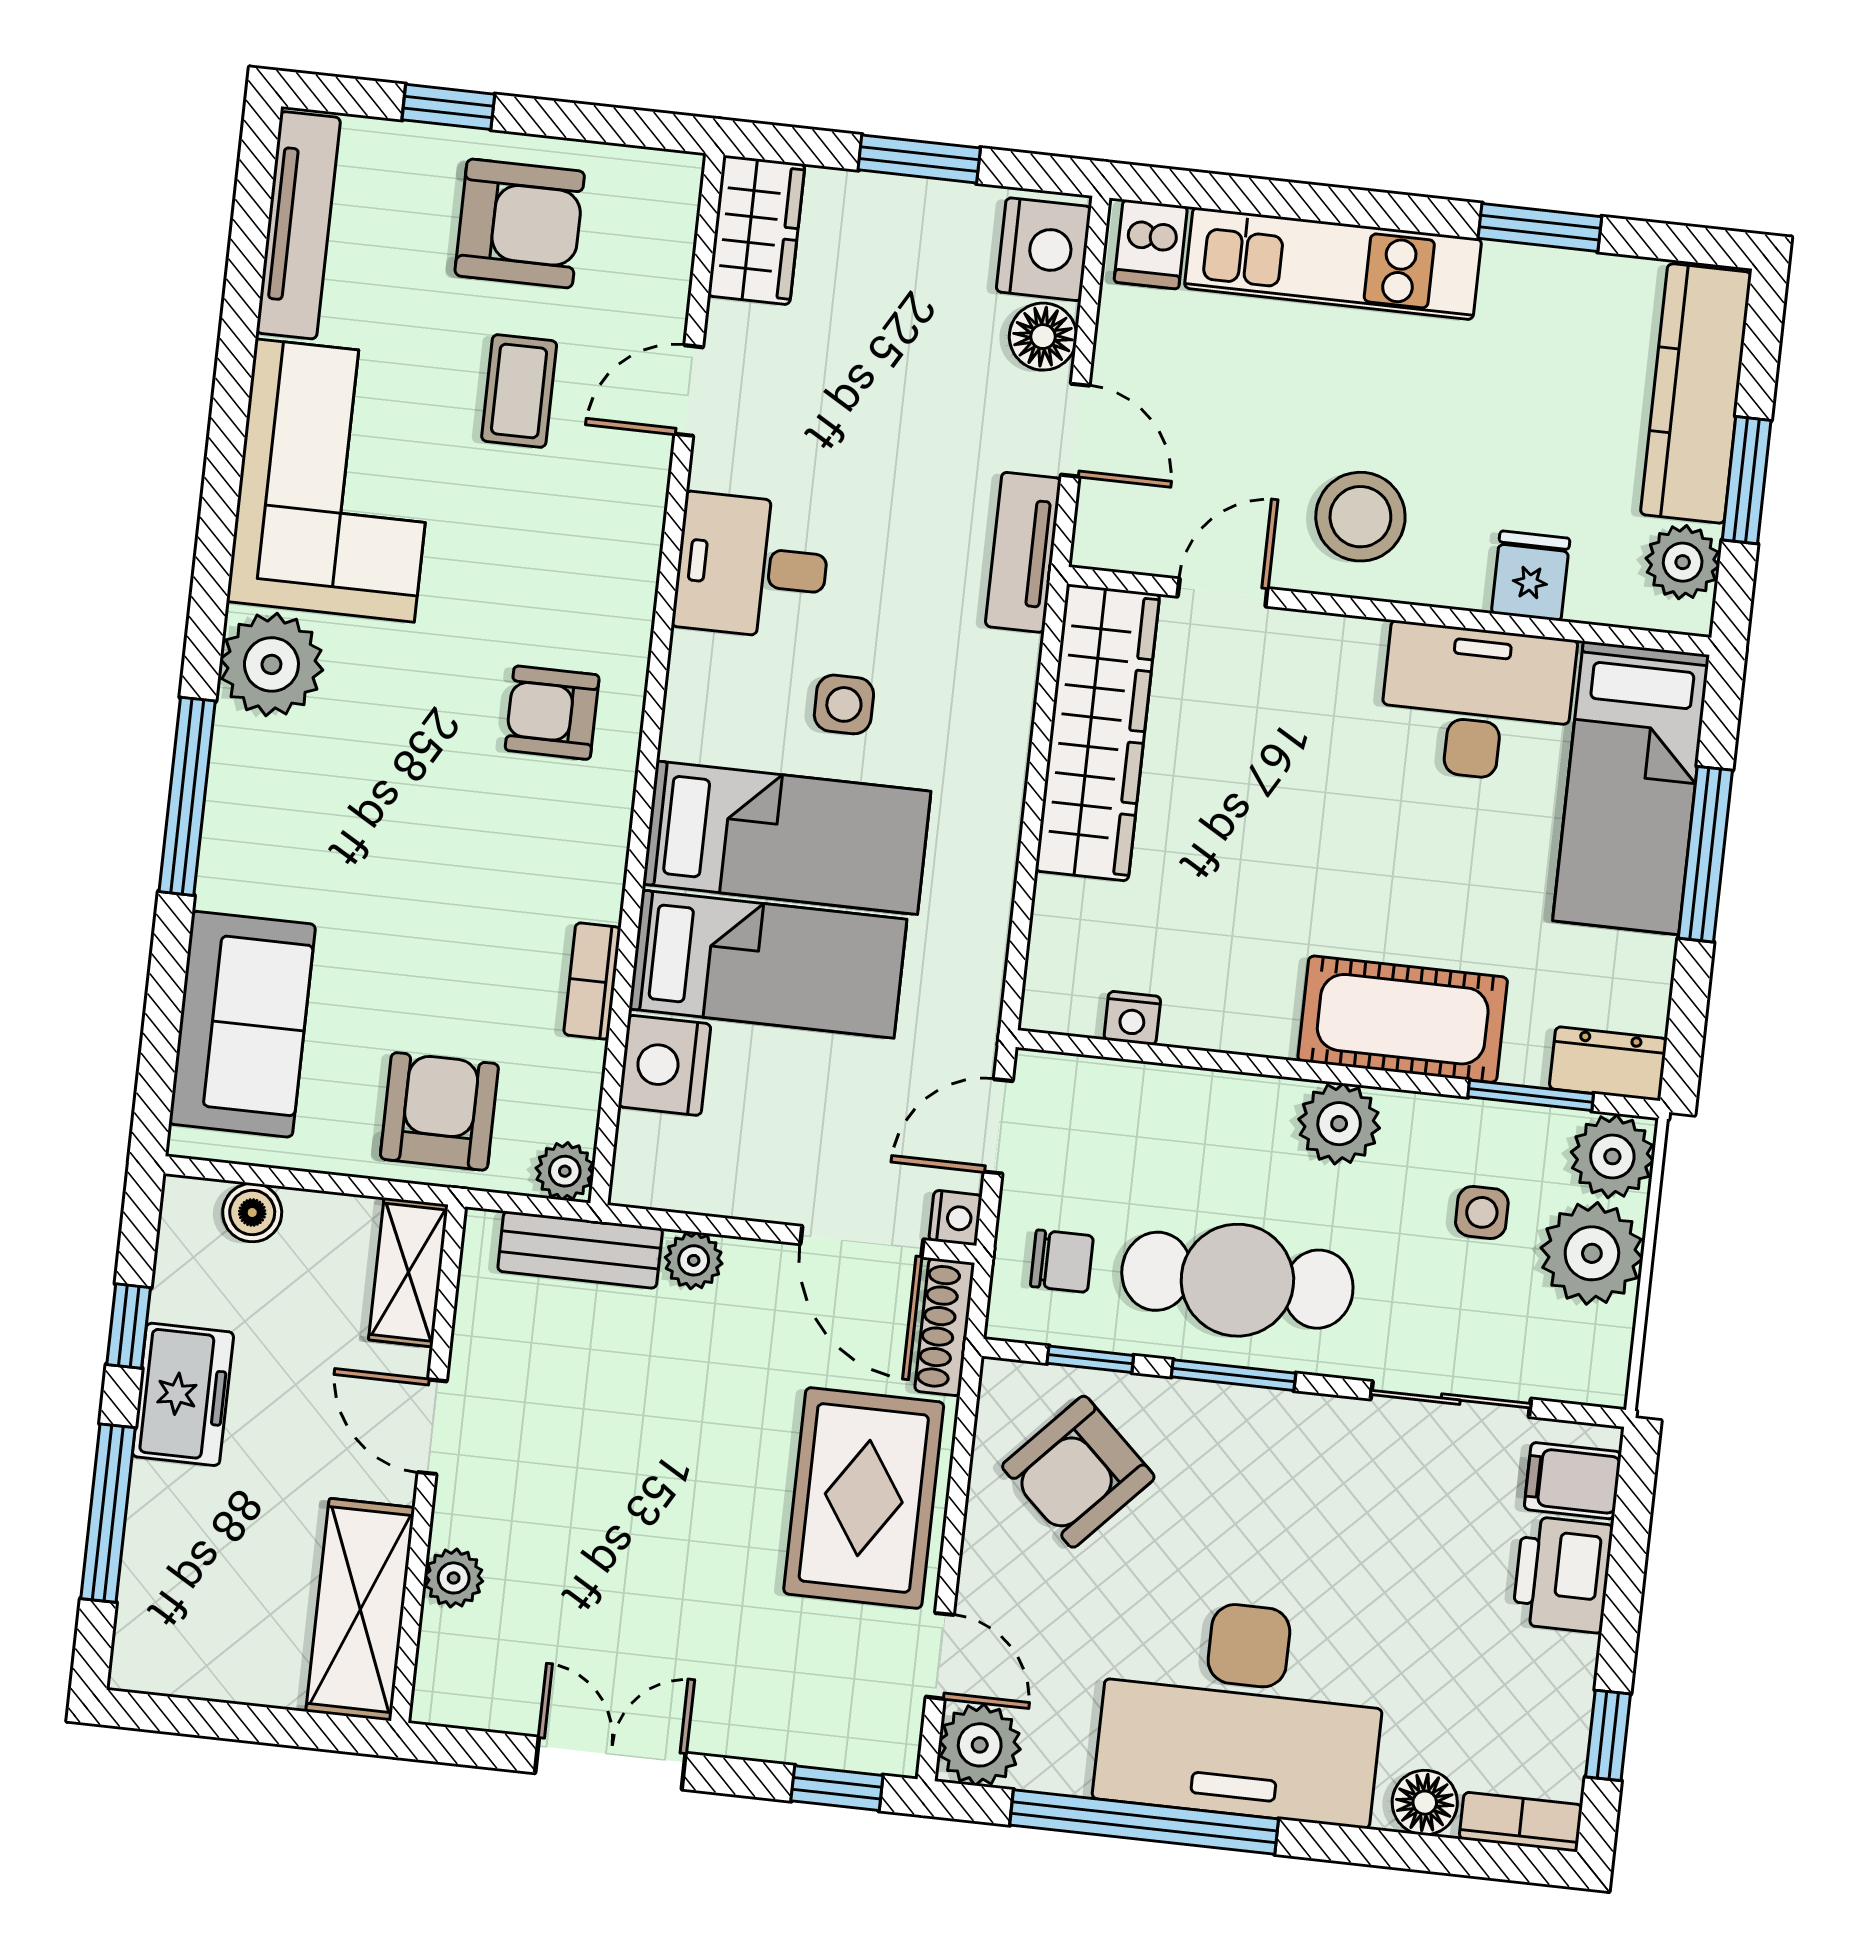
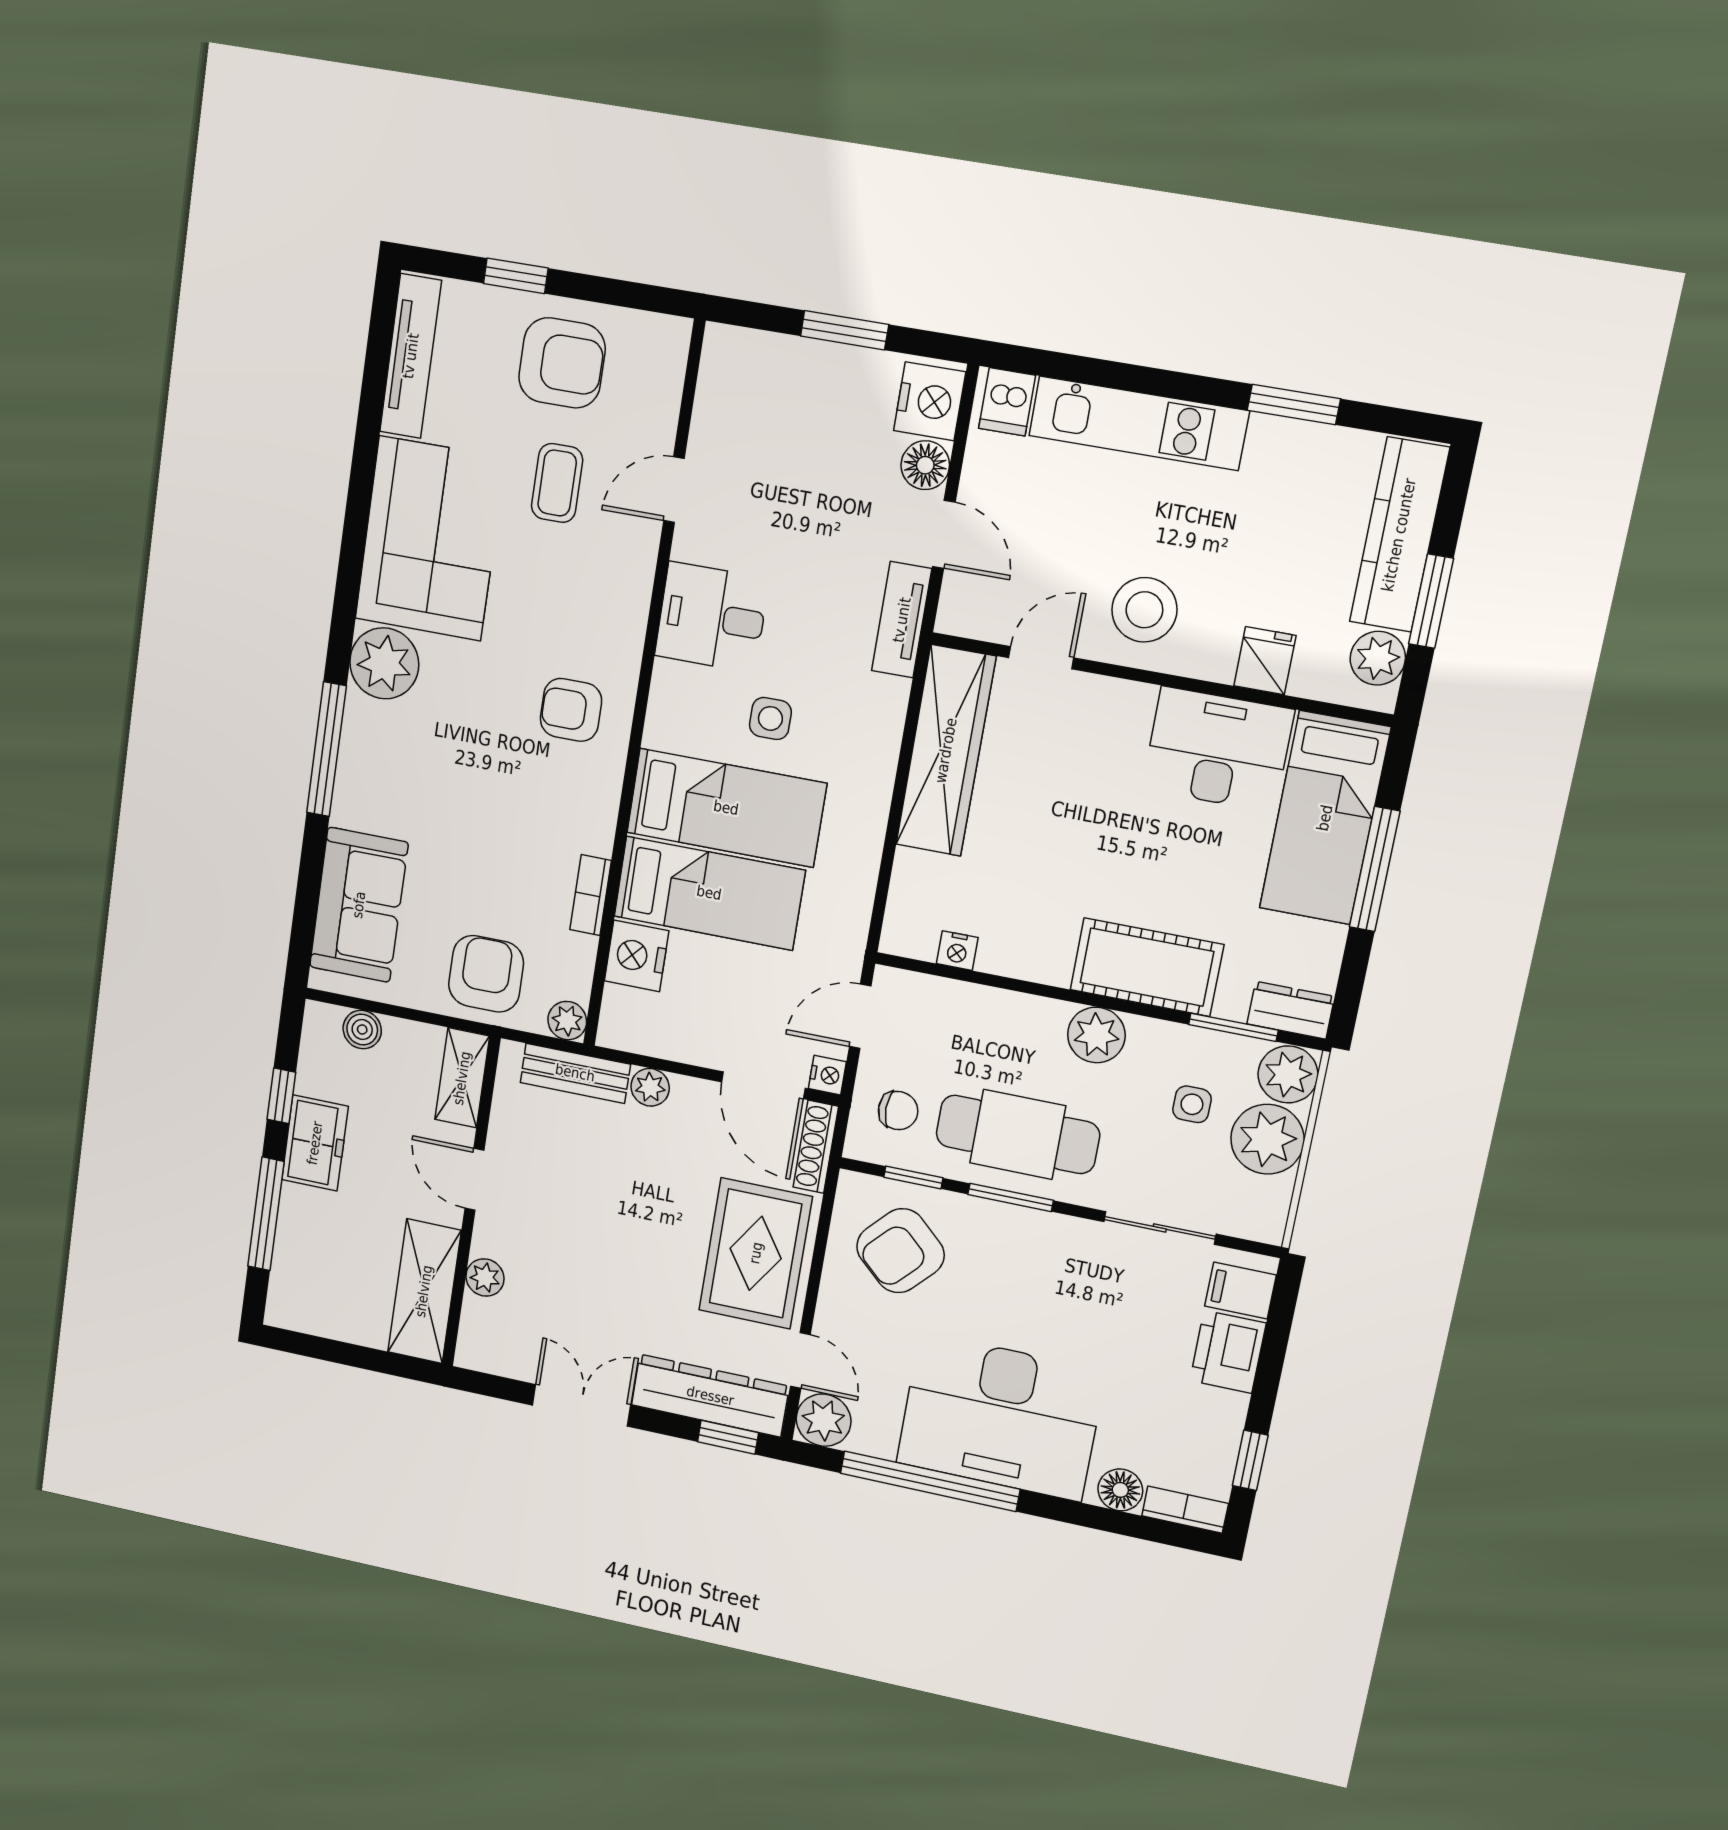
wardrobe: (756, 230) -> (727, 376), removed
dresser: (807, 1726) -> (710, 1396), added

